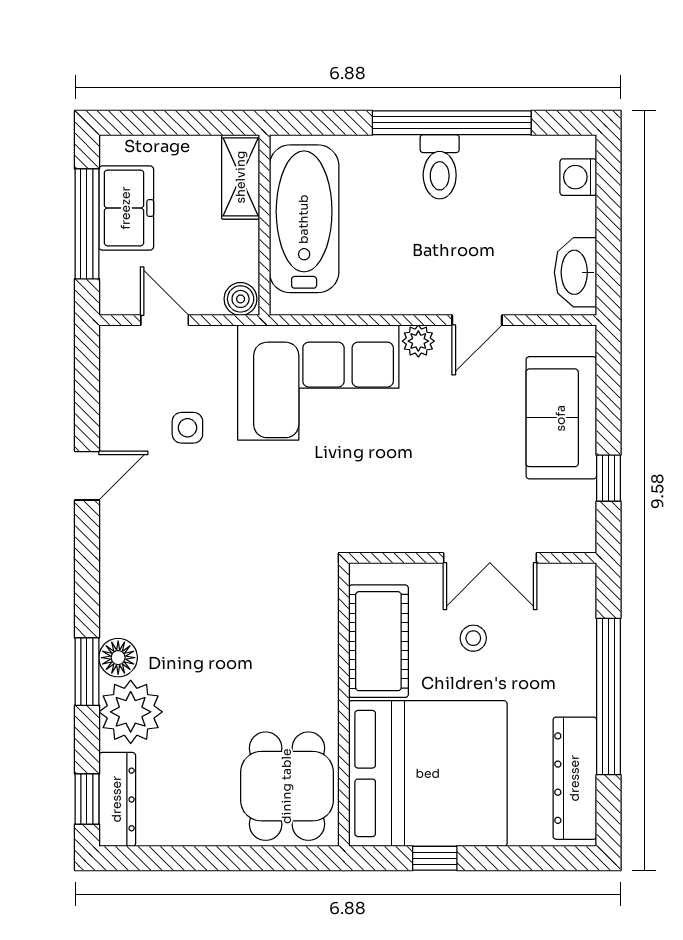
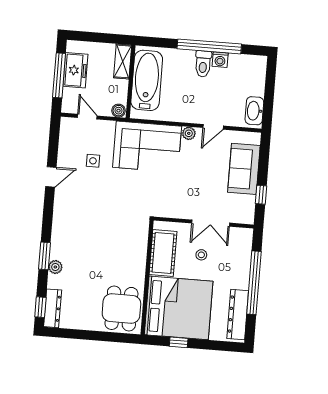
washing machine: (578, 177) -> (220, 60), moved, turned -90
floor lamp: (118, 658) -> (58, 251), removed
plant: (131, 712) -> (55, 267), width x0.53, depth x0.53

